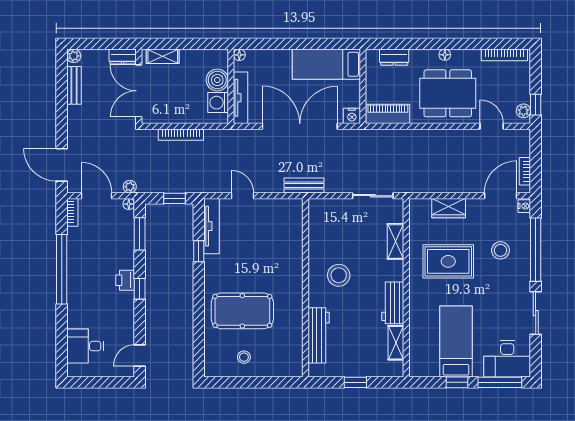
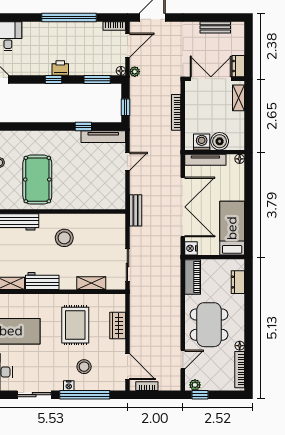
floor lamp: (445, 55) -> (240, 346), moved
plant: (74, 56) -> (239, 27), removed
nightstand: (524, 206) -> (69, 386), moved
pool table: (242, 311) -> (37, 180), moved

